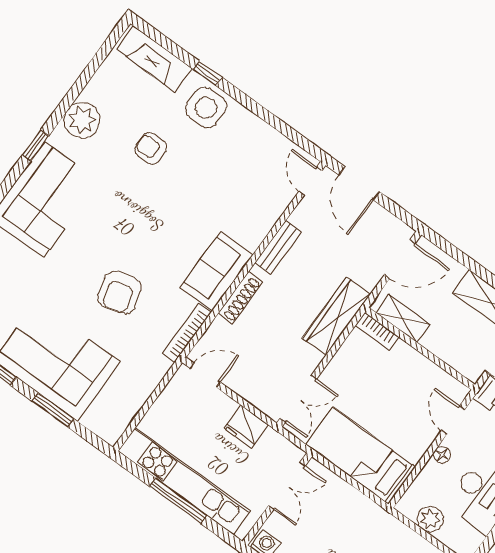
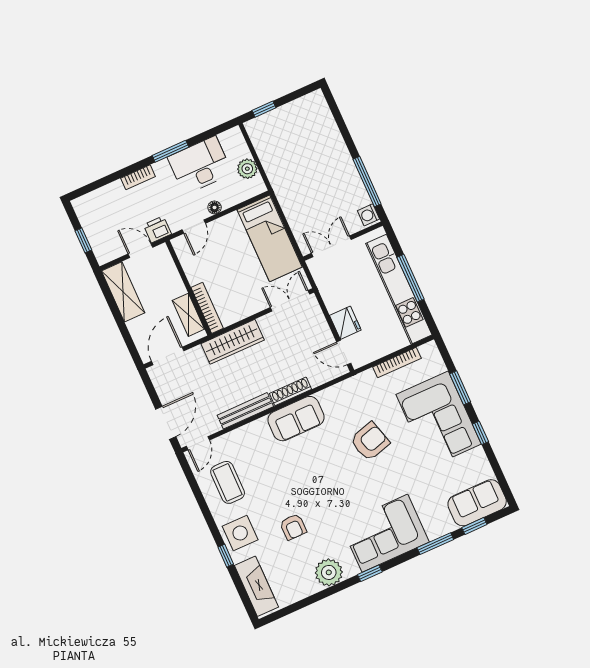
coffee table: (252, 156) -> (228, 482), added
bench: (278, 247) -> (245, 411), width x1.36
door: (400, 259) -> (168, 356), hinge flipped
bookcase: (377, 331) -> (207, 308), width x1.56
bookcase: (187, 333) -> (397, 363), moved
fridge: (246, 427) -> (345, 323), moved

